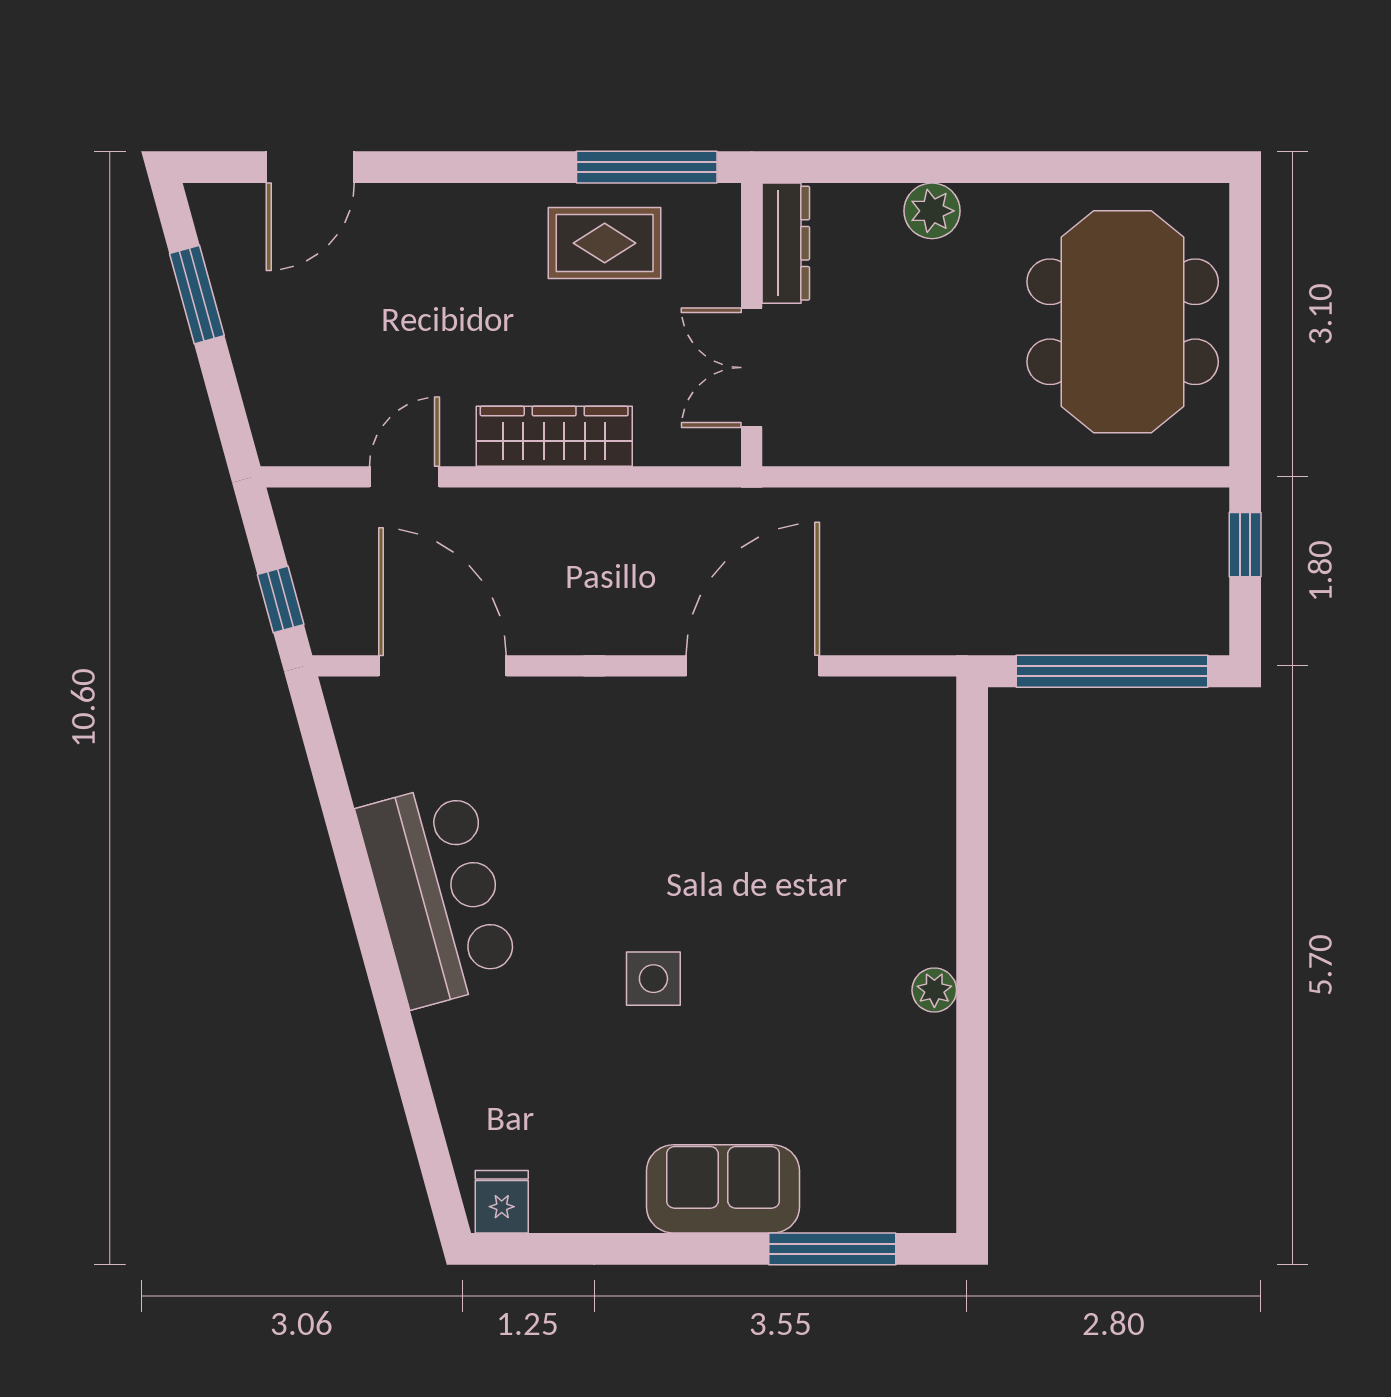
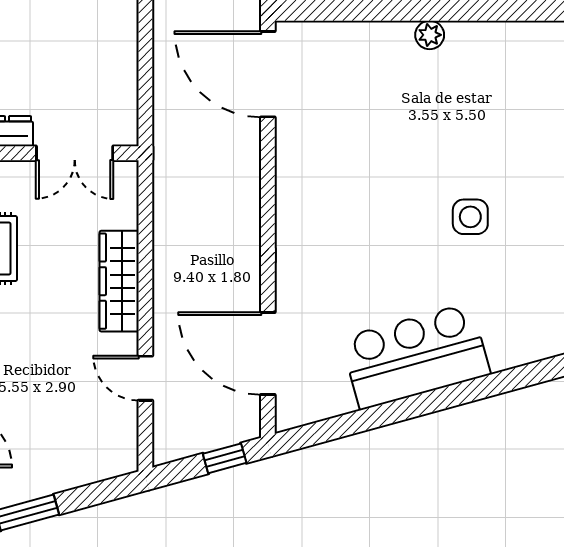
door: (442, 666) -> (268, 353), hinge flipped
door: (753, 666) -> (268, 74), moved
plant: (934, 990) -> (430, 35), moved

